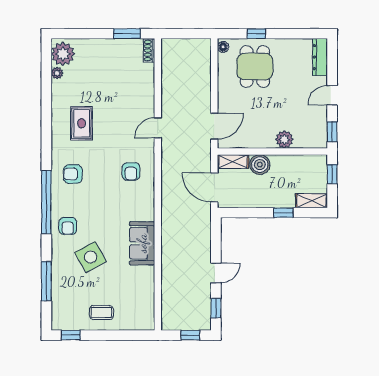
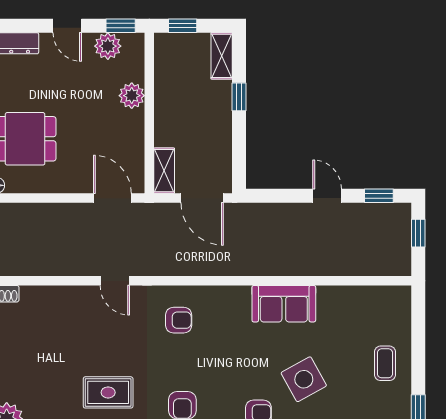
plant: (318, 123) -> (108, 46), added
boiler: (260, 165) -> (169, 131), removed
door: (214, 188) -> (202, 198), hinge flipped

